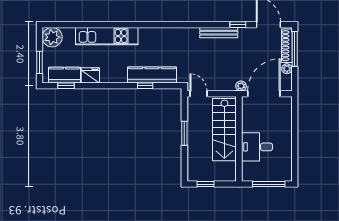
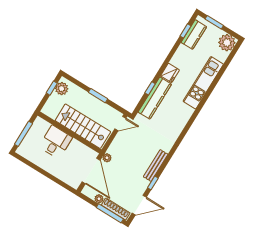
fridge: (90, 75) -> (170, 73), moved
plant: (200, 174) -> (62, 89), added

